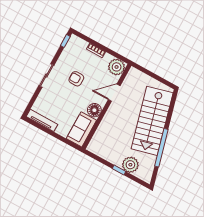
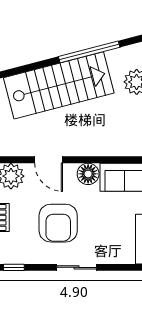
armchair: (76, 79) -> (58, 223), width x1.88, depth x1.88

